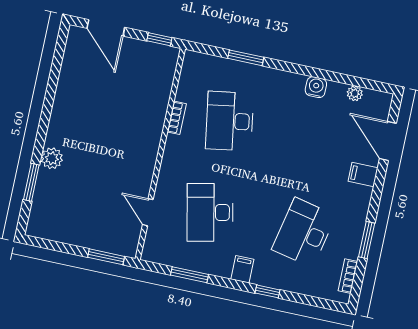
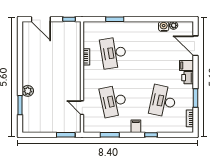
water cooler: (316, 87) -> (164, 26), moved
printer: (360, 198) -> (188, 78), added

